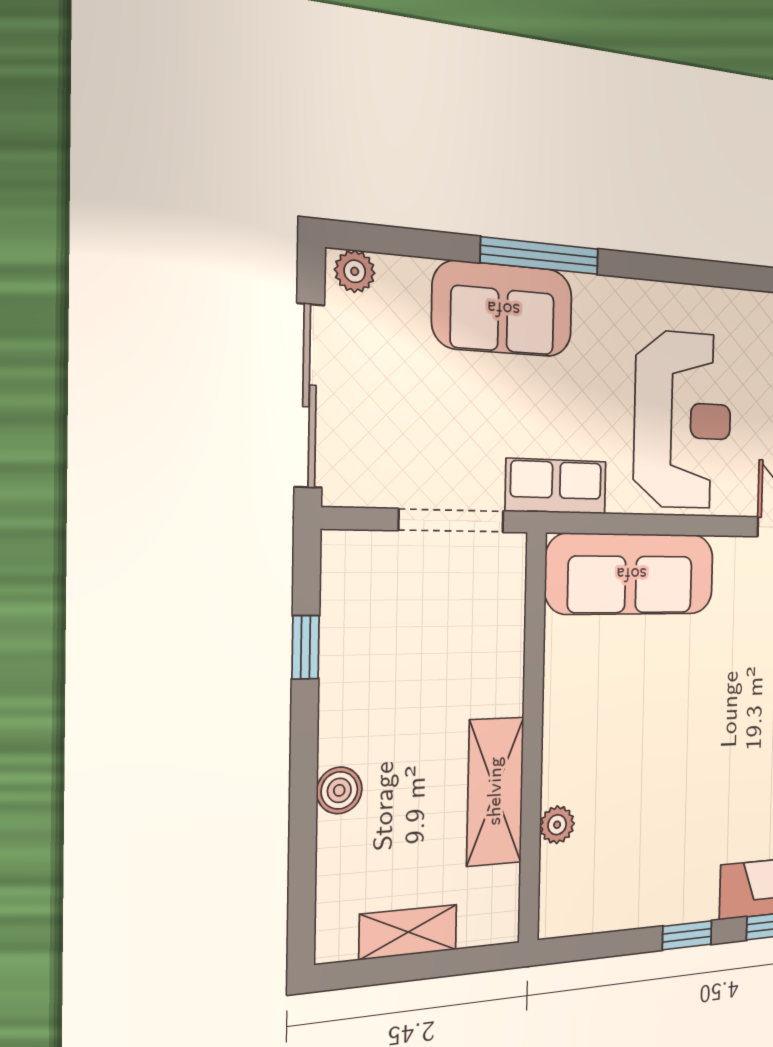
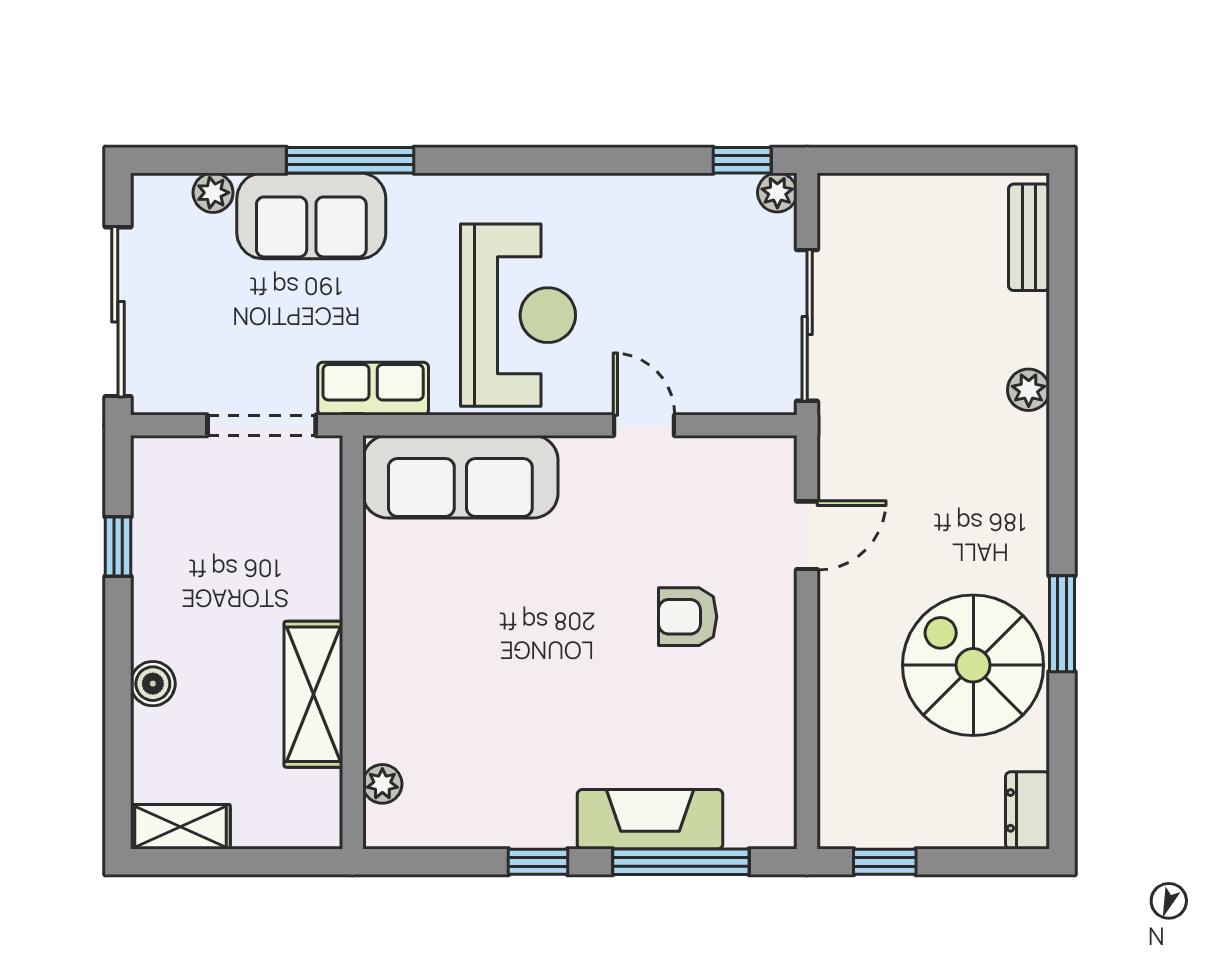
plant: (355, 271) -> (213, 193), moved
plant: (557, 825) -> (382, 784), moved
shelving: (408, 932) -> (180, 827), moved

